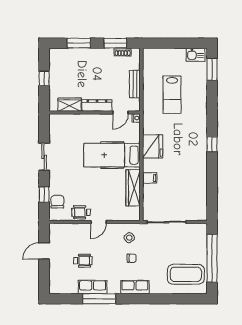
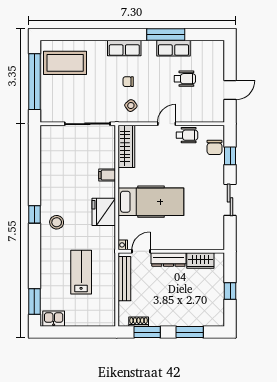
bench: (135, 84) -> (124, 279), width x1.36
stool: (193, 137) -> (57, 222), added
wardrobe: (133, 188) -> (126, 146), moved
wheelchair: (83, 261) -> (185, 79), turned 180

